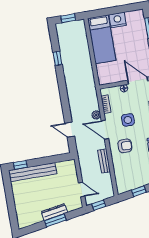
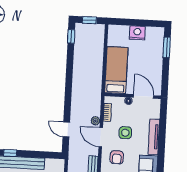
bed: (102, 39) -> (116, 70), moved, turned 180
window: (58, 58) -> (71, 36), moved
armchair: (125, 146) -> (117, 157), turned 90

